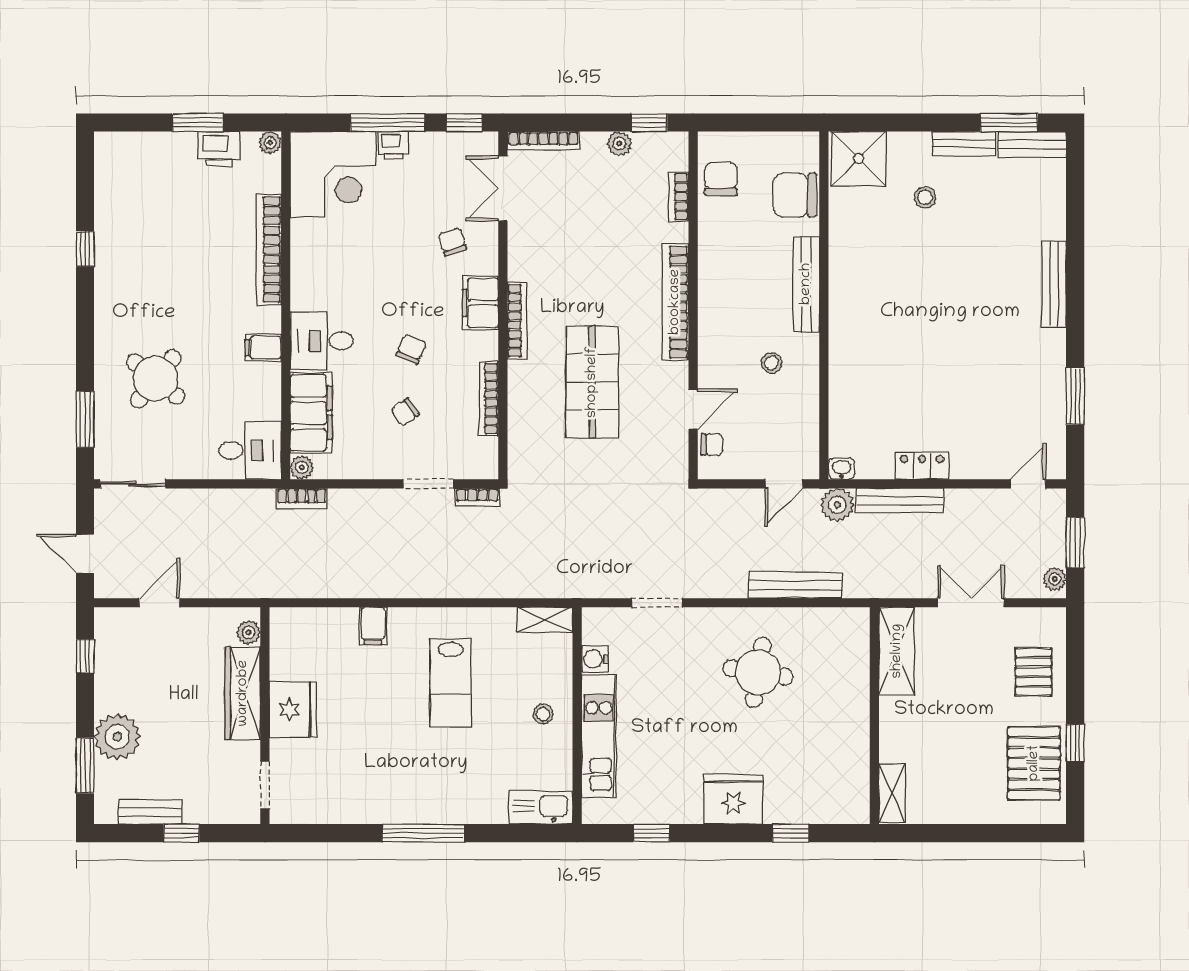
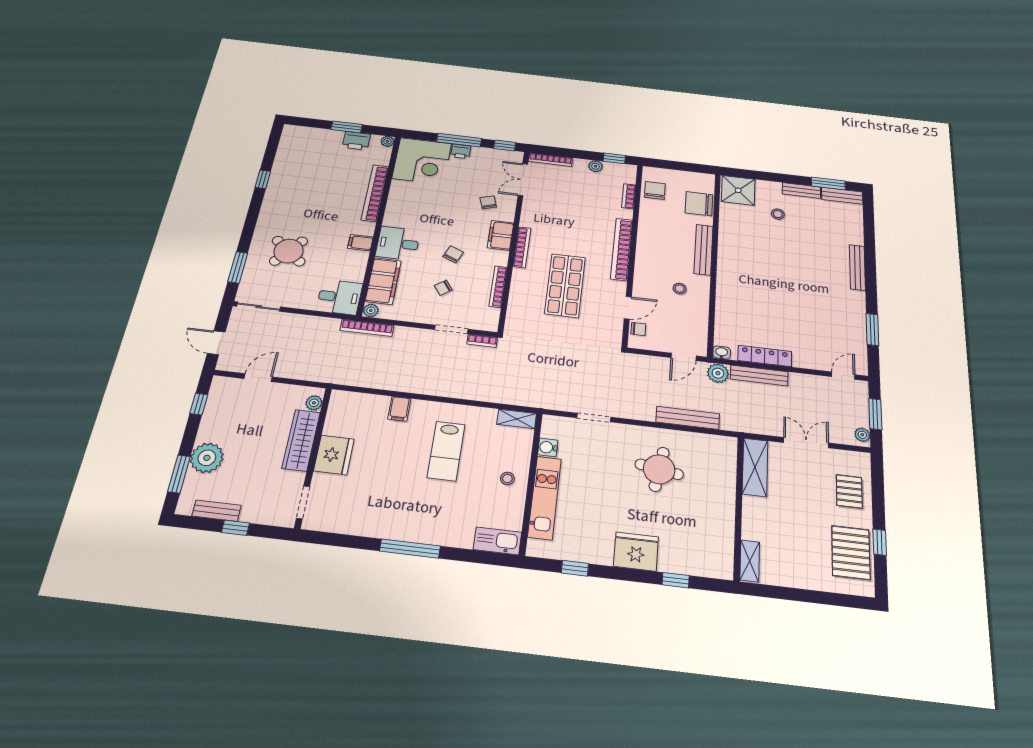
locker: (922, 466) -> (765, 356), width x1.53
bookcase: (302, 498) -> (367, 328), width x1.56

